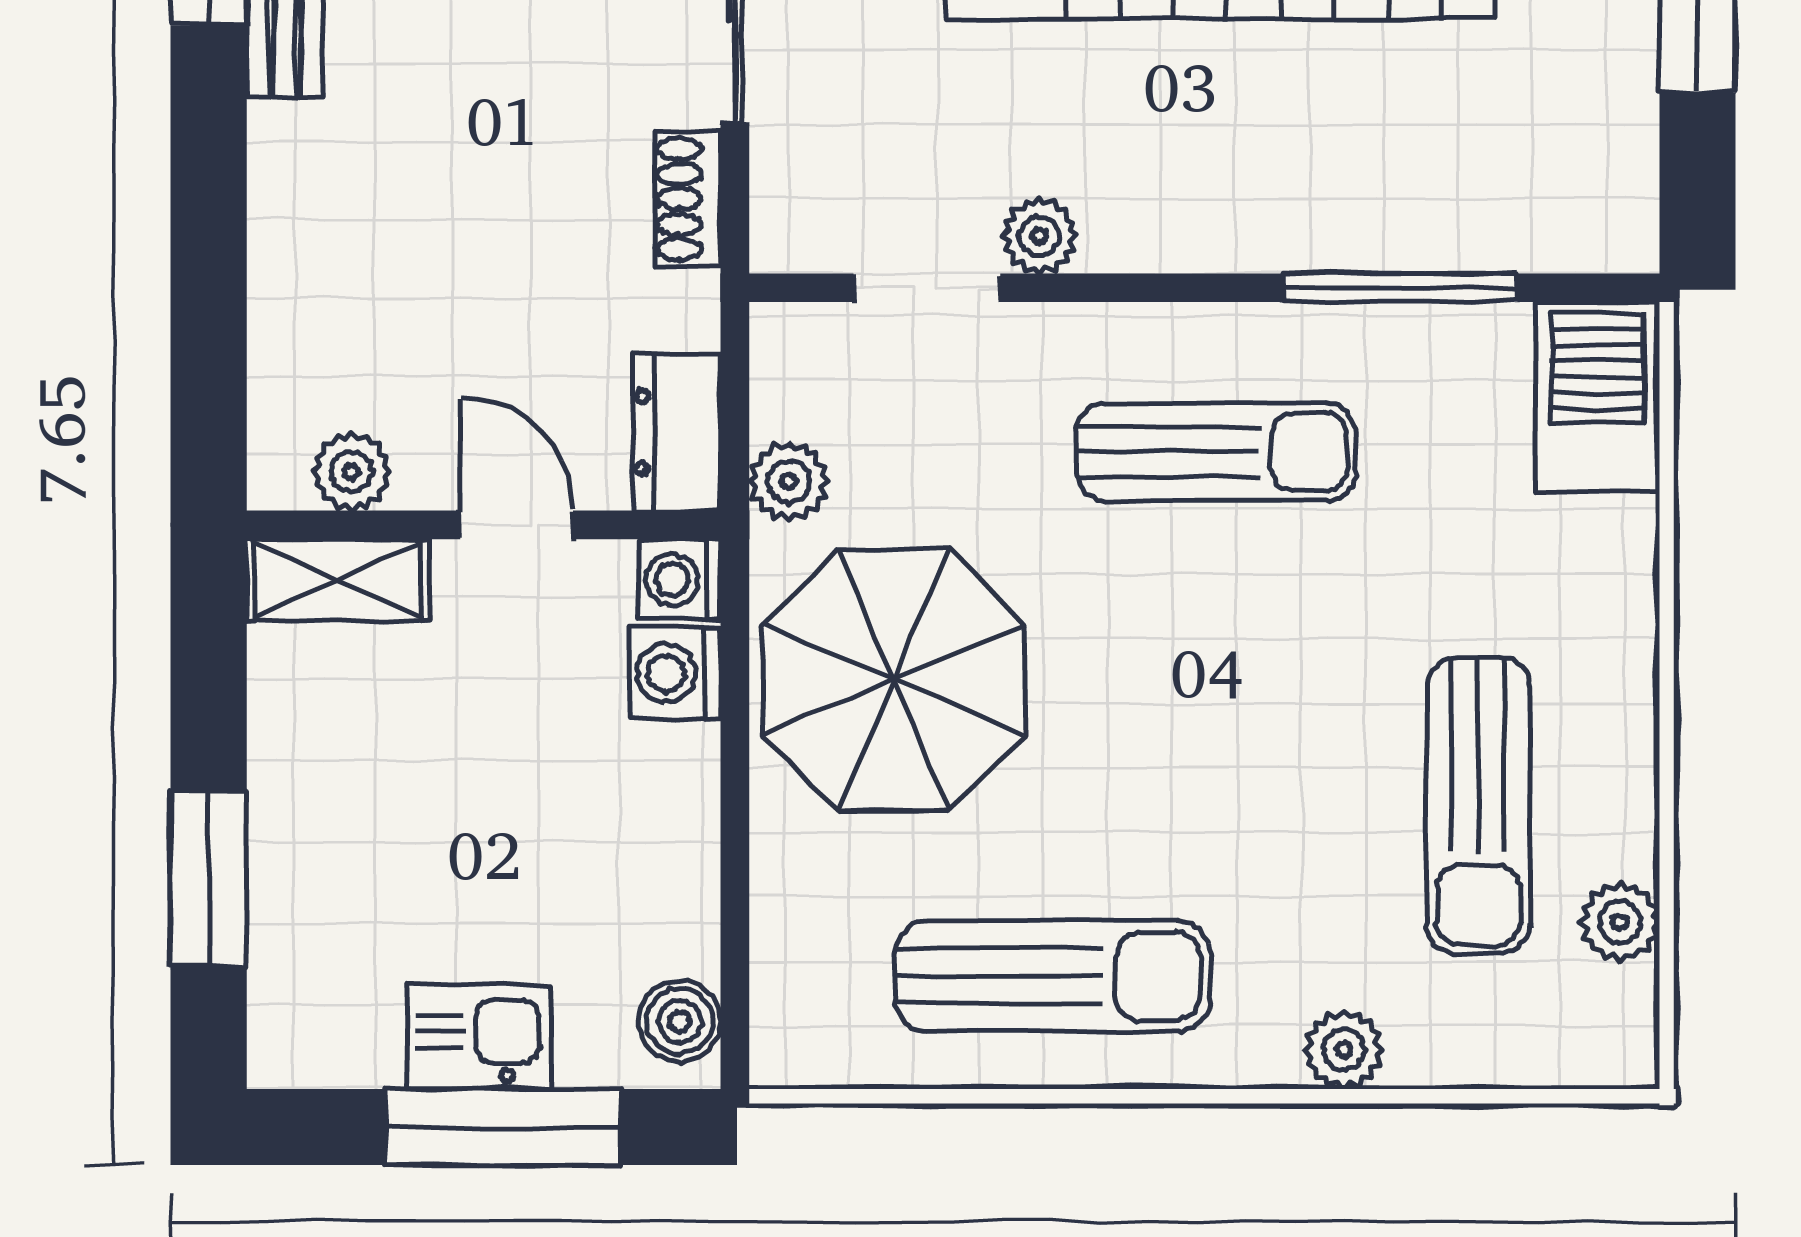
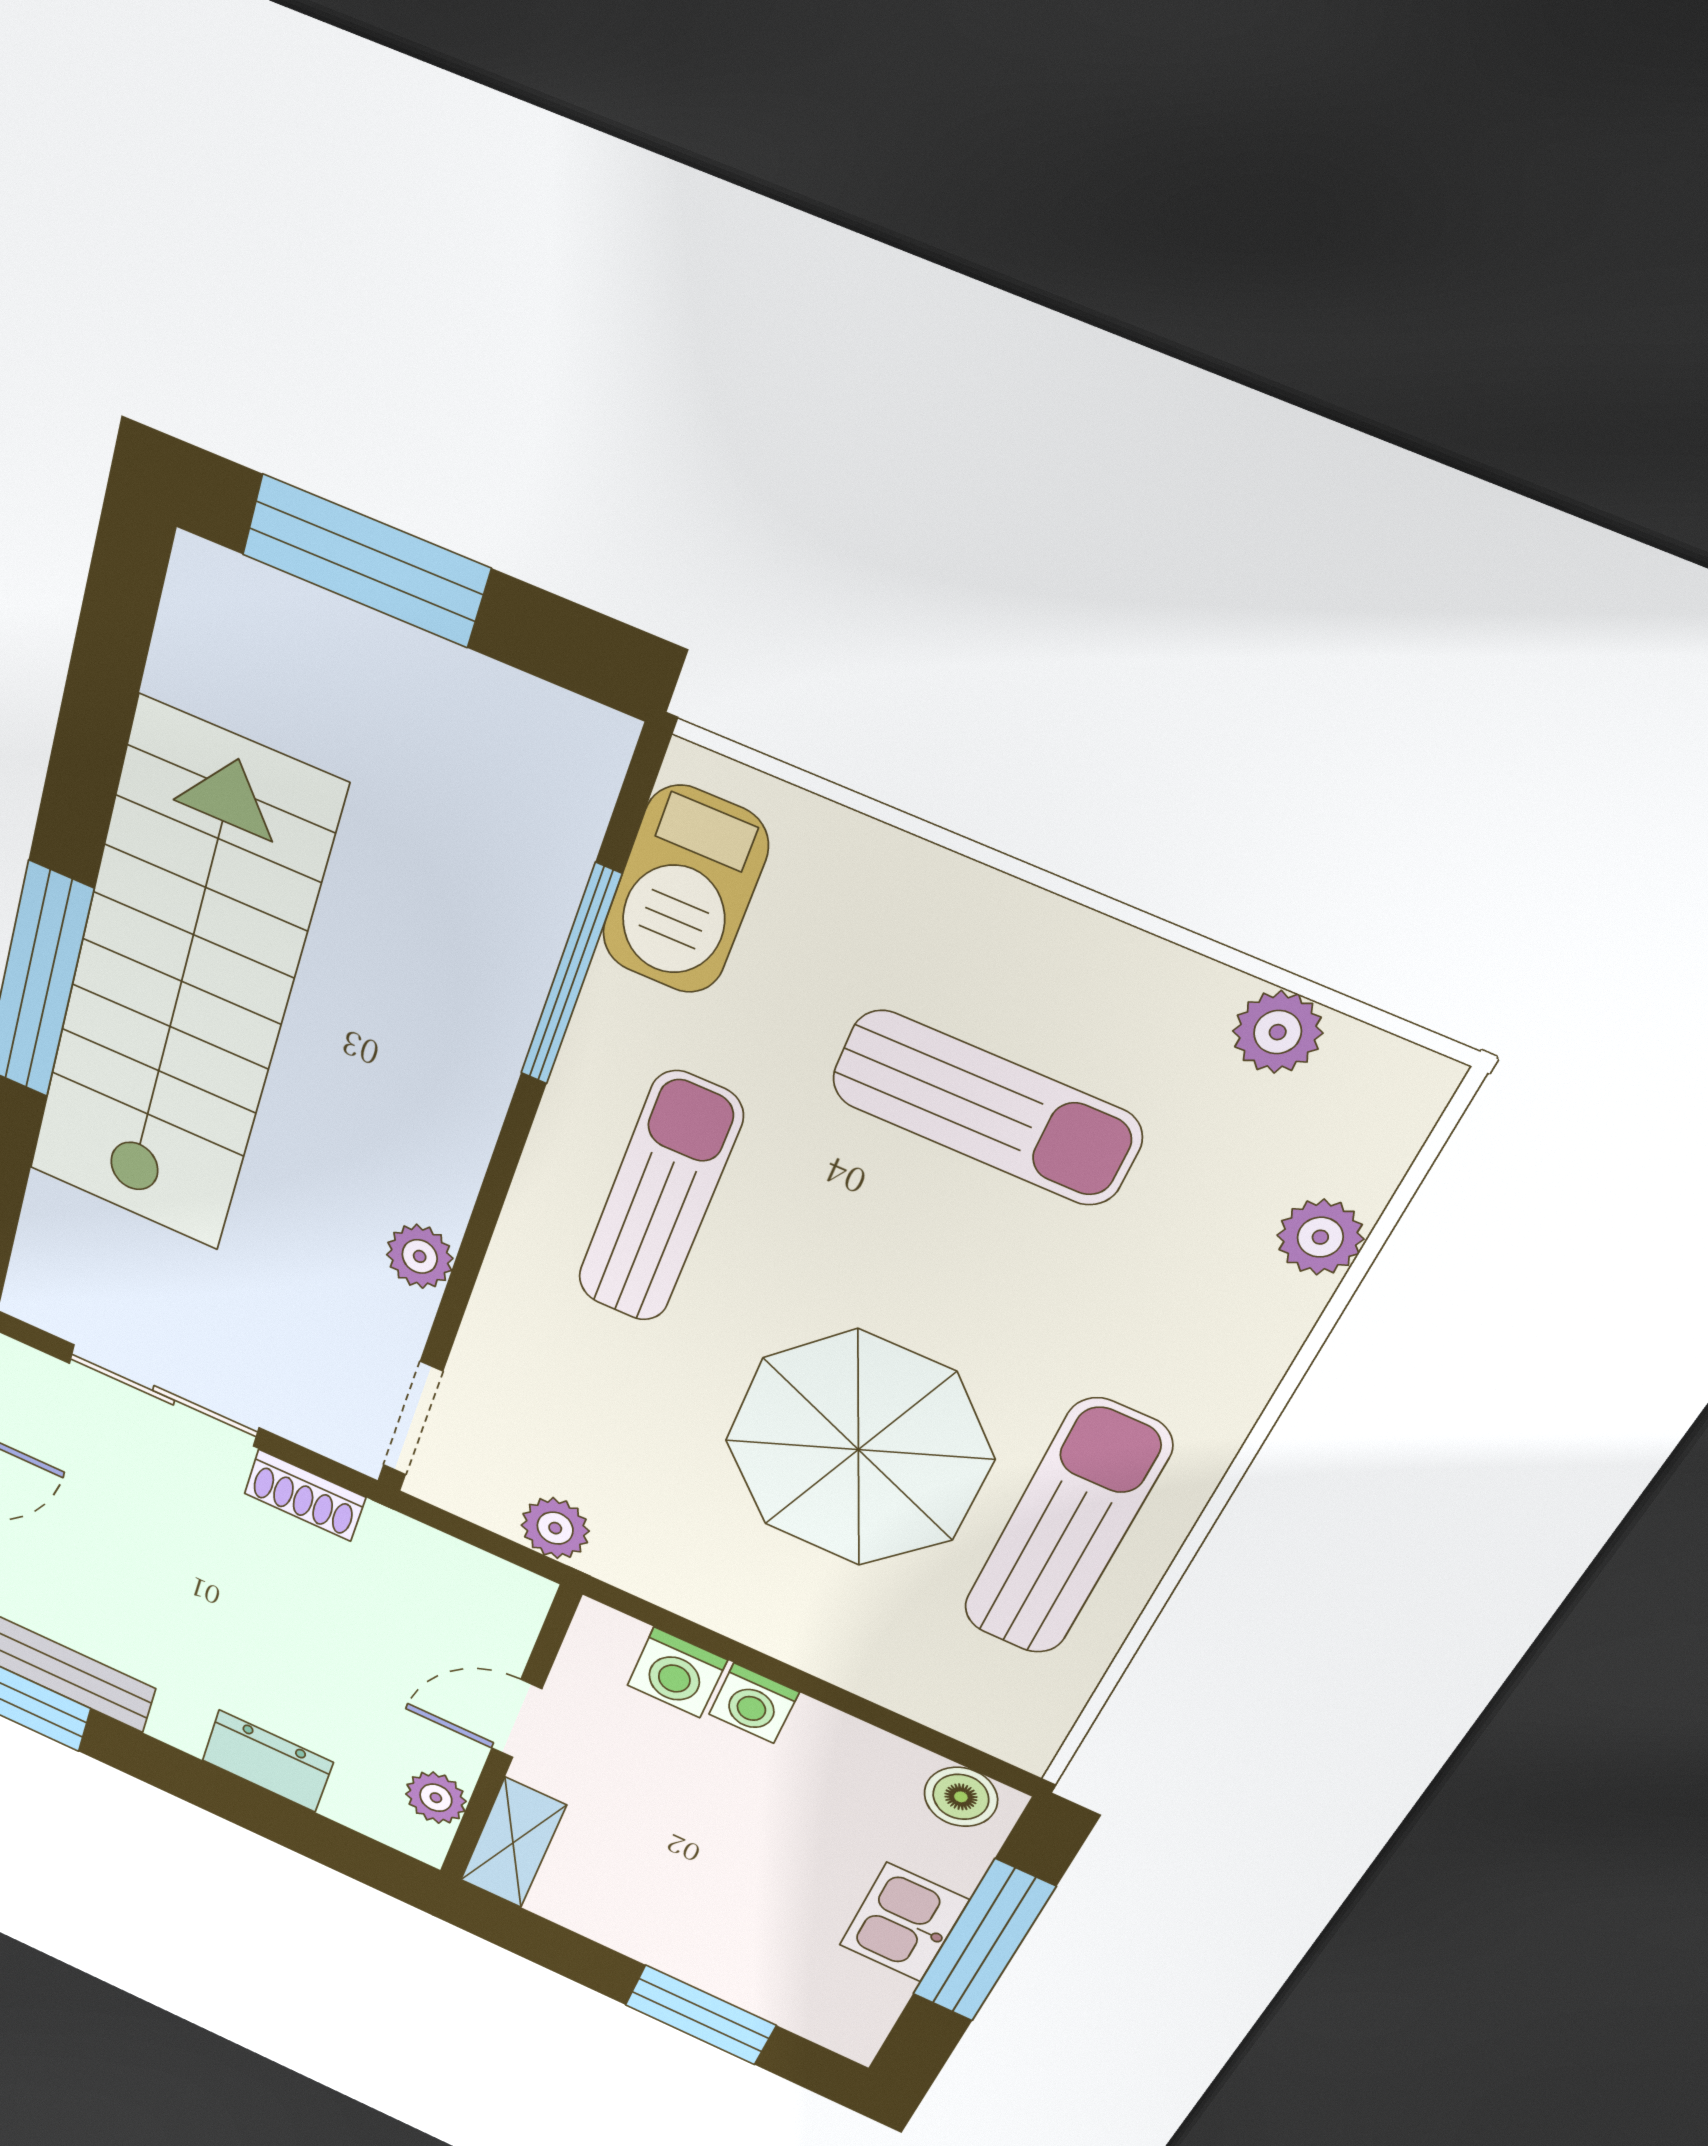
doorway: (927, 288) -> (413, 1419), moved
barbecue: (1597, 397) -> (684, 891), moved, turned -90
dresser: (677, 432) -> (267, 1761), moved, turned 180
washing machine: (680, 579) -> (754, 1703), moved
parasol: (894, 680) -> (858, 1450), moved
sun lounger: (1478, 806) -> (986, 1108), moved
plant: (1344, 1050) -> (1320, 1237), moved

